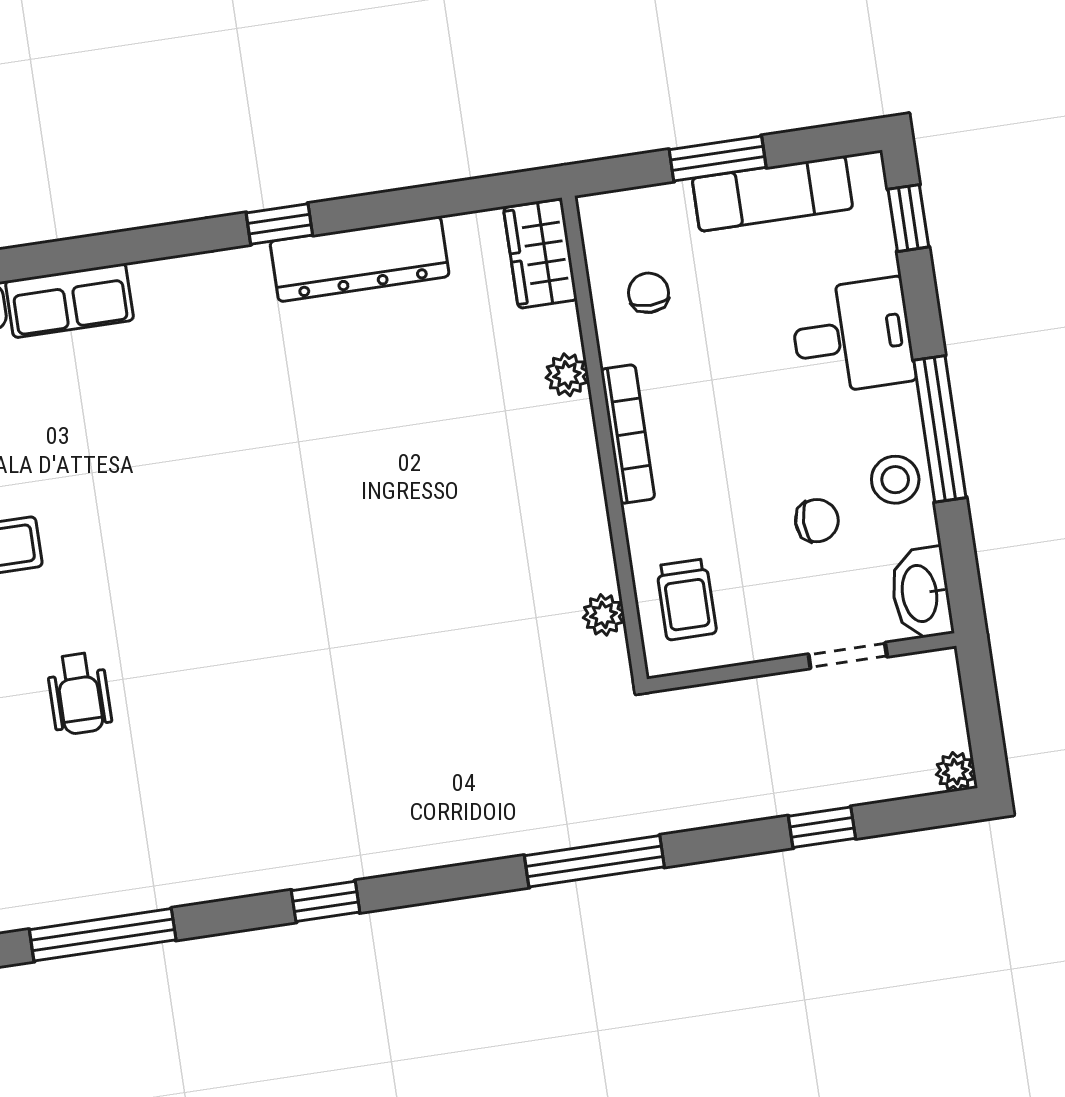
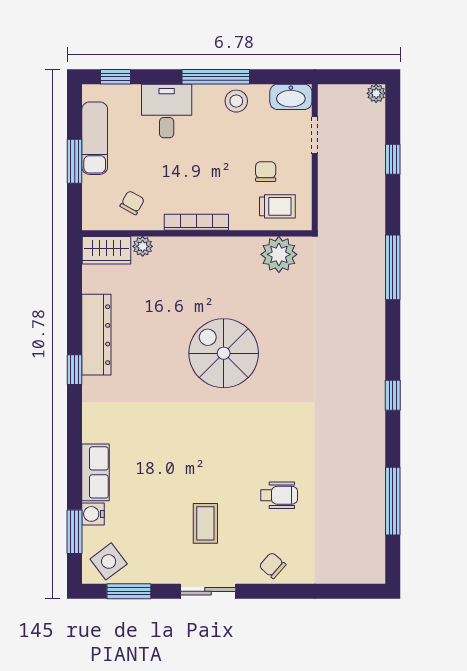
chair: (648, 293) -> (132, 203), turned 119
plant: (567, 375) -> (143, 246), moved
chair: (817, 521) -> (266, 172), moved
spiral stairs: (361, 532) -> (224, 353), added
plant: (604, 615) -> (279, 254), width x1.88, depth x1.88

